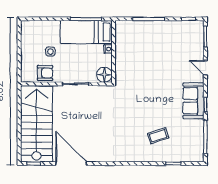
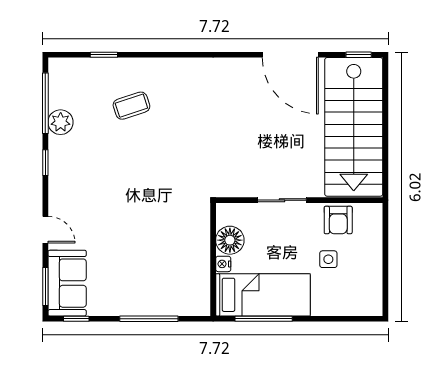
armchair: (45, 73) -> (338, 220), turned -90
floor lamp: (104, 75) -> (230, 240), moved
sofa: (193, 101) -> (67, 283), moved
plant: (197, 127) -> (61, 122), added

